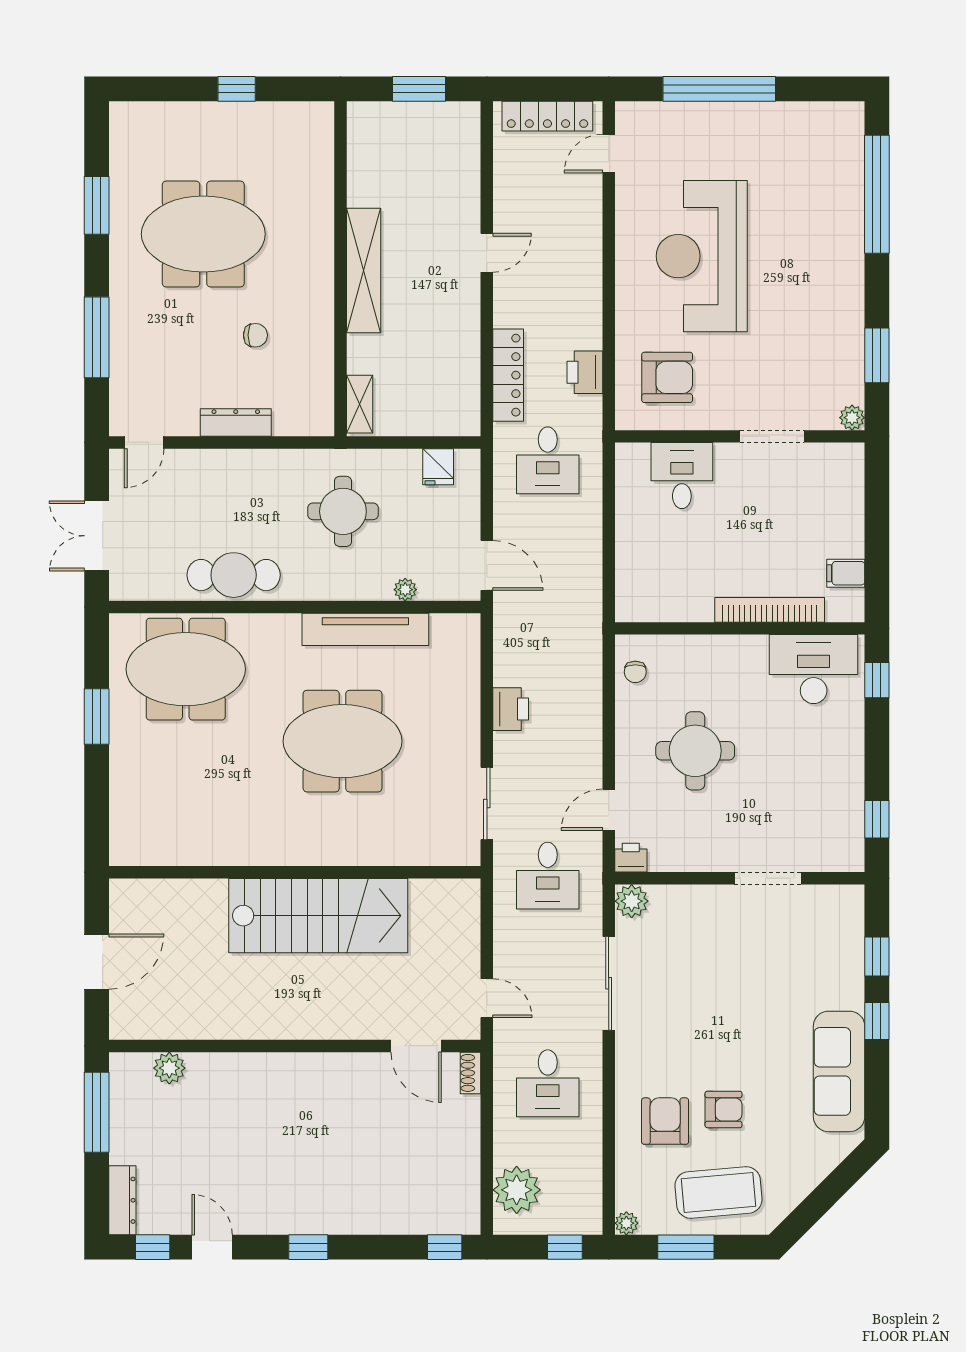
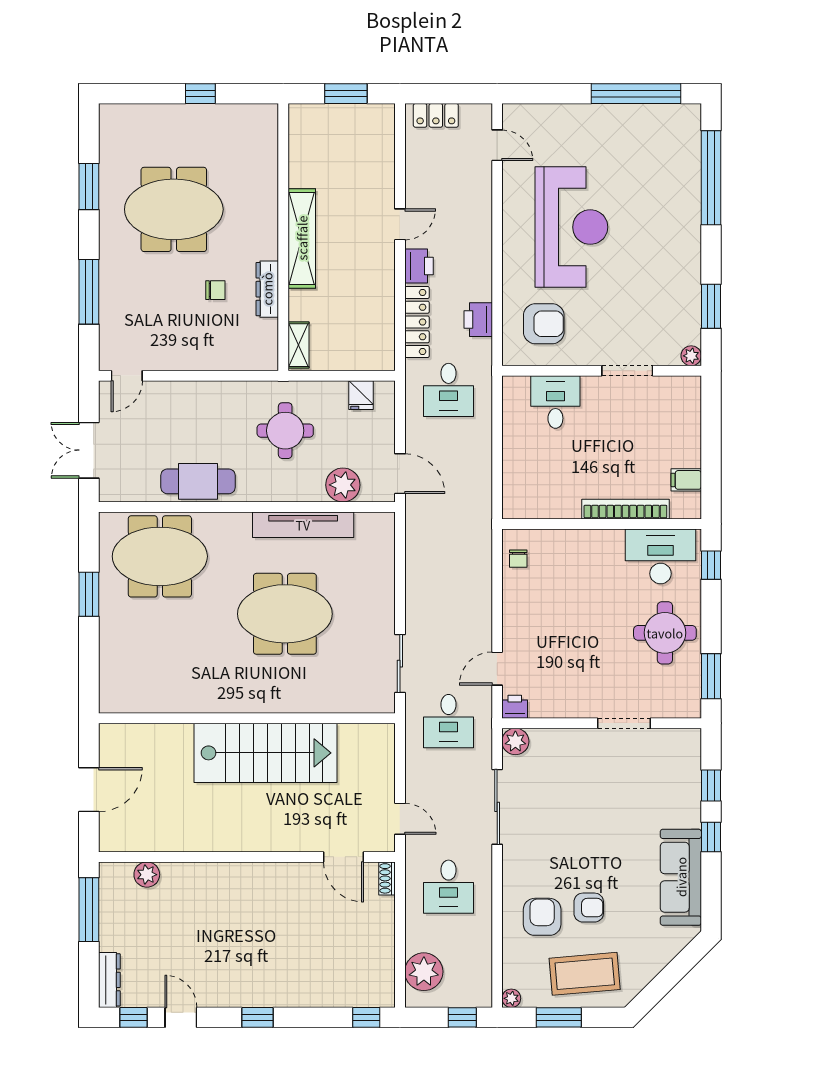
window: (719, 89) -> (636, 94), moved
locker: (547, 116) -> (436, 115), width x0.66
door: (609, 154) -> (497, 145), swing flipped
reception desk: (702, 256) -> (571, 227), turned 180
dresser: (236, 422) -> (267, 289), moved, turned -90
plant: (405, 590) -> (343, 485), width x1.87, depth x1.87
printer: (511, 709) -> (419, 266), moved
round table: (695, 751) -> (665, 633), moved
window: (877, 819) -> (711, 676), width x1.50

